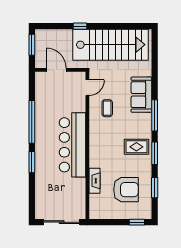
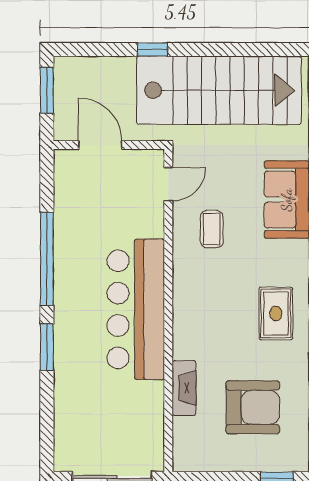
rug: (136, 147) -> (276, 313), turned 90

